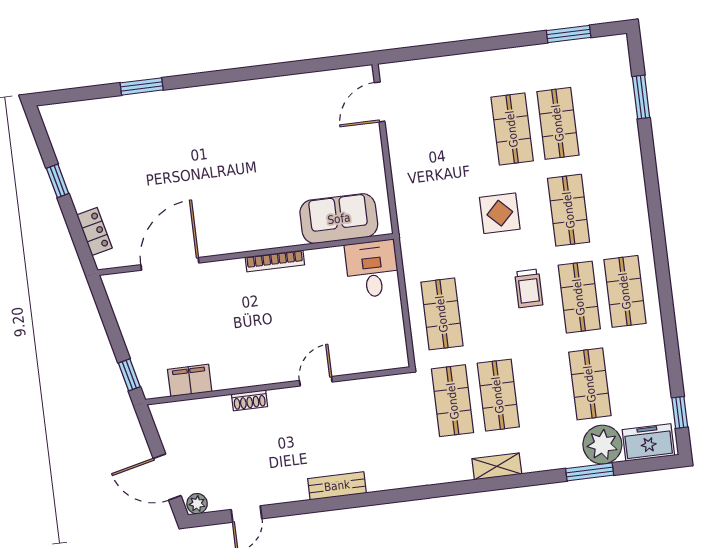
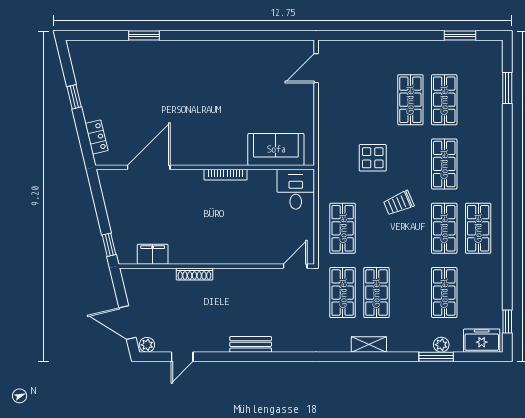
display table: (500, 213) -> (373, 158), moved
trolley: (529, 288) -> (399, 203), moved, turned 67
door: (316, 381) -> (295, 266), moved
shoe rack: (249, 400) -> (194, 274), width x1.43
plant: (602, 445) -> (441, 345), width x0.53, depth x0.53

